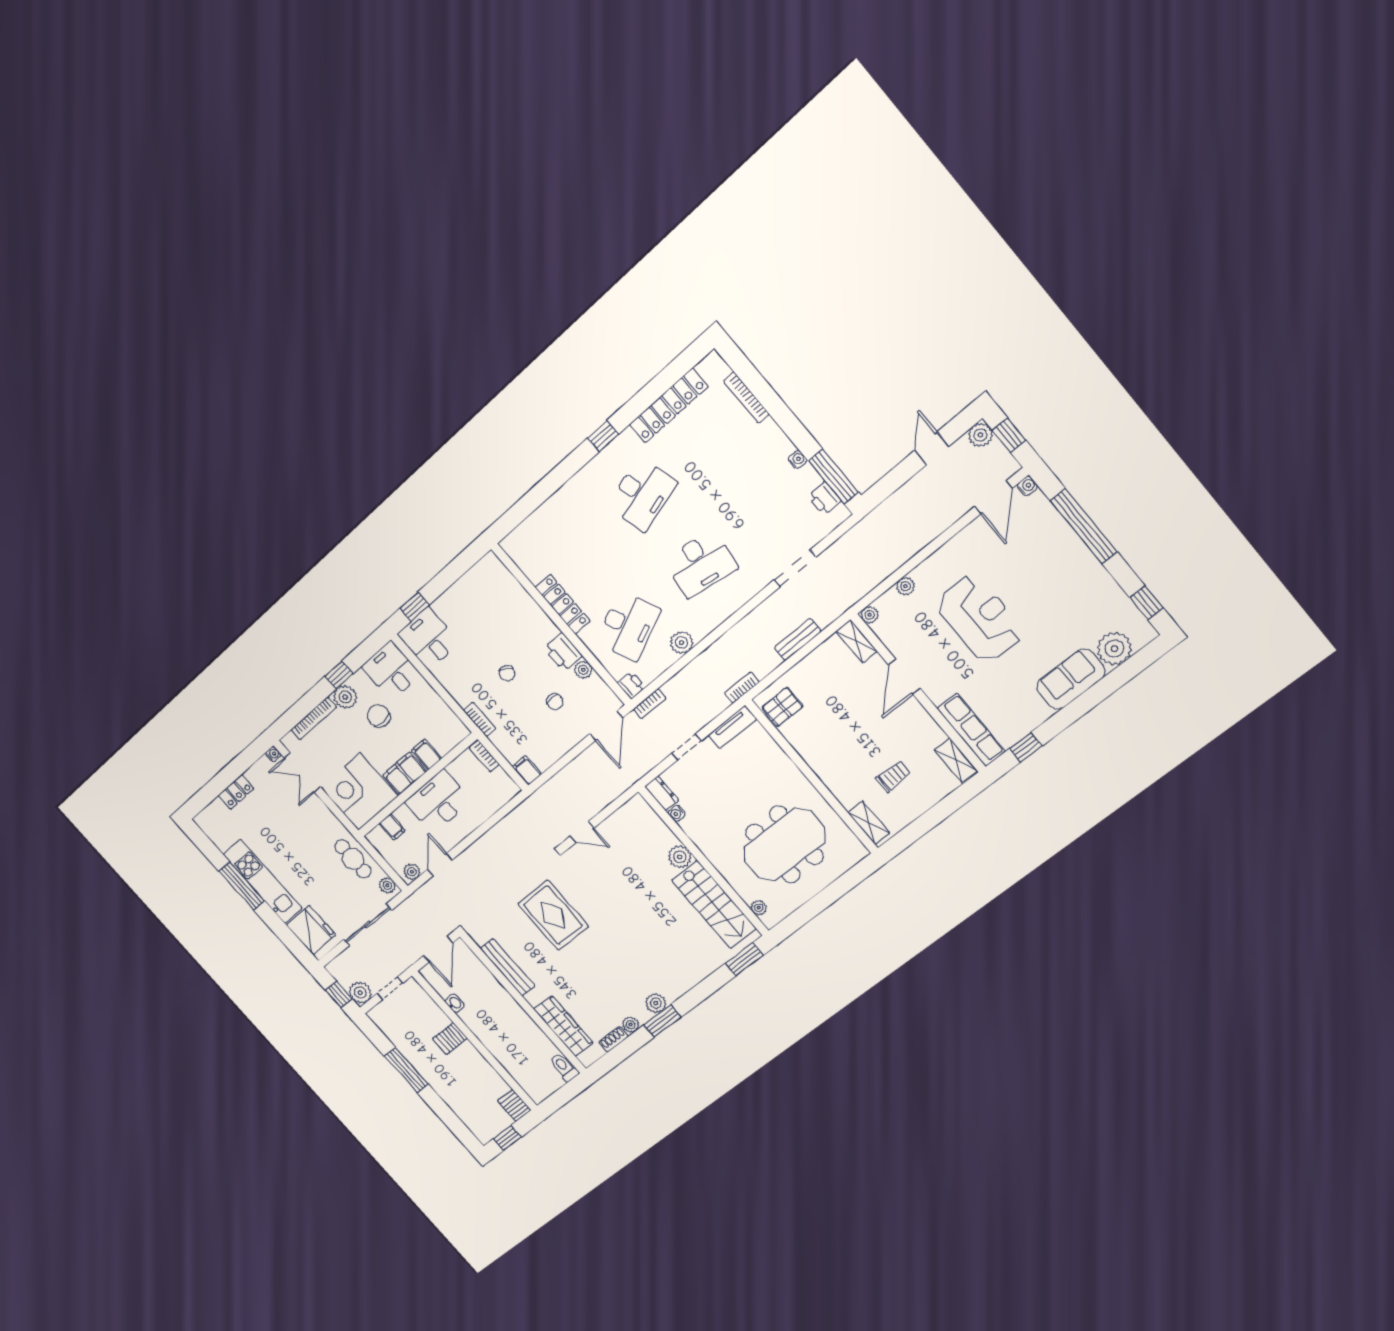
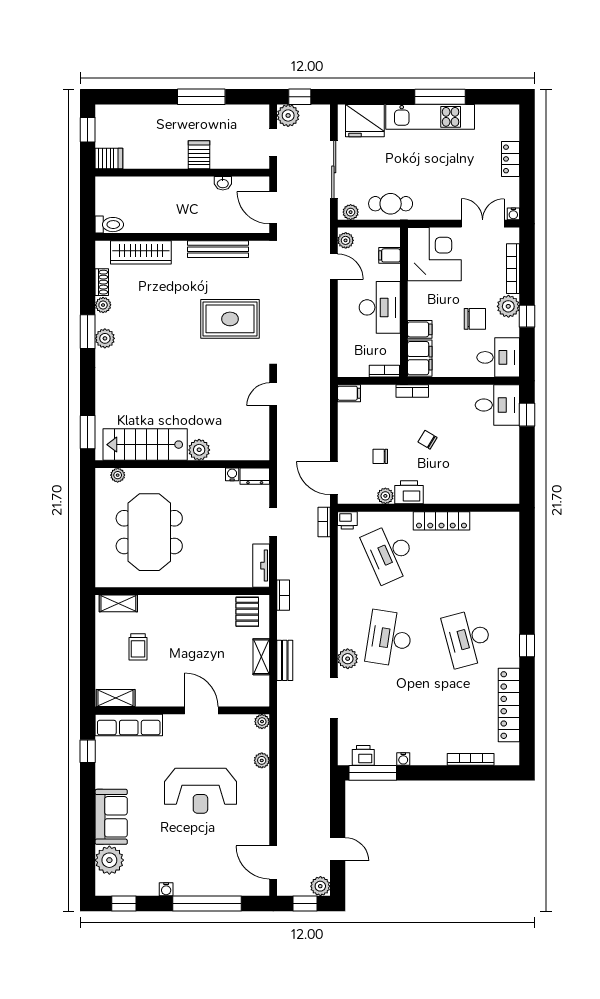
water cooler: (1027, 486) -> (166, 889), moved
shelving: (856, 641) -> (261, 657), moved, turned 90
plant: (682, 643) -> (348, 659), moved
filing cabinet: (404, 773) -> (420, 358), moved

